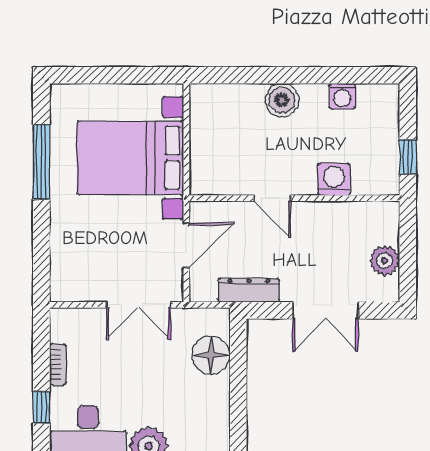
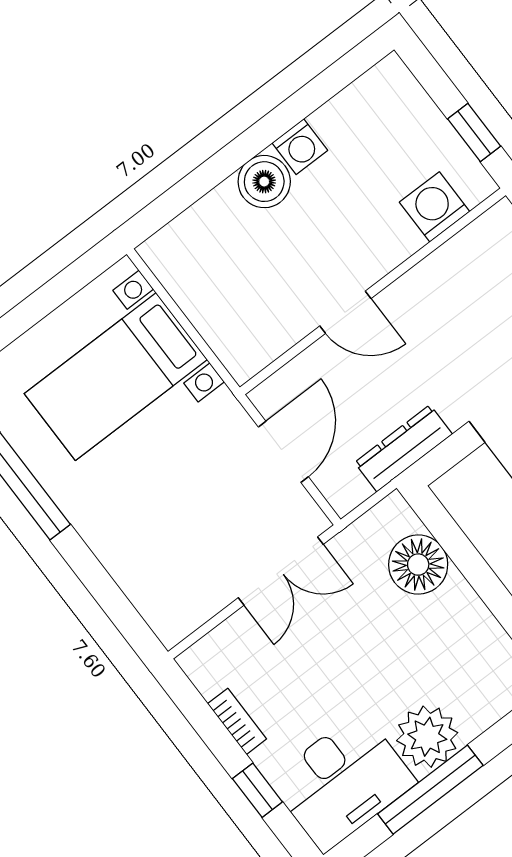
washing machine: (342, 96) -> (300, 147), moved
bed with nightstands: (130, 158) -> (116, 377), width x0.73
washing machine: (334, 179) -> (435, 207), moved

